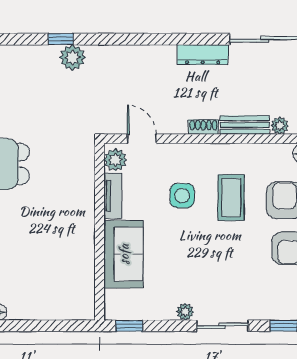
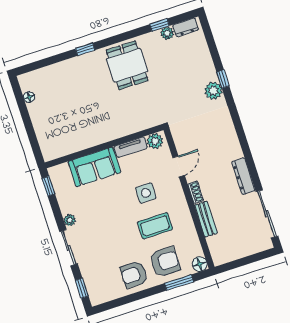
plant: (280, 126) -> (213, 242), removed
door: (142, 139) -> (179, 166), moved

